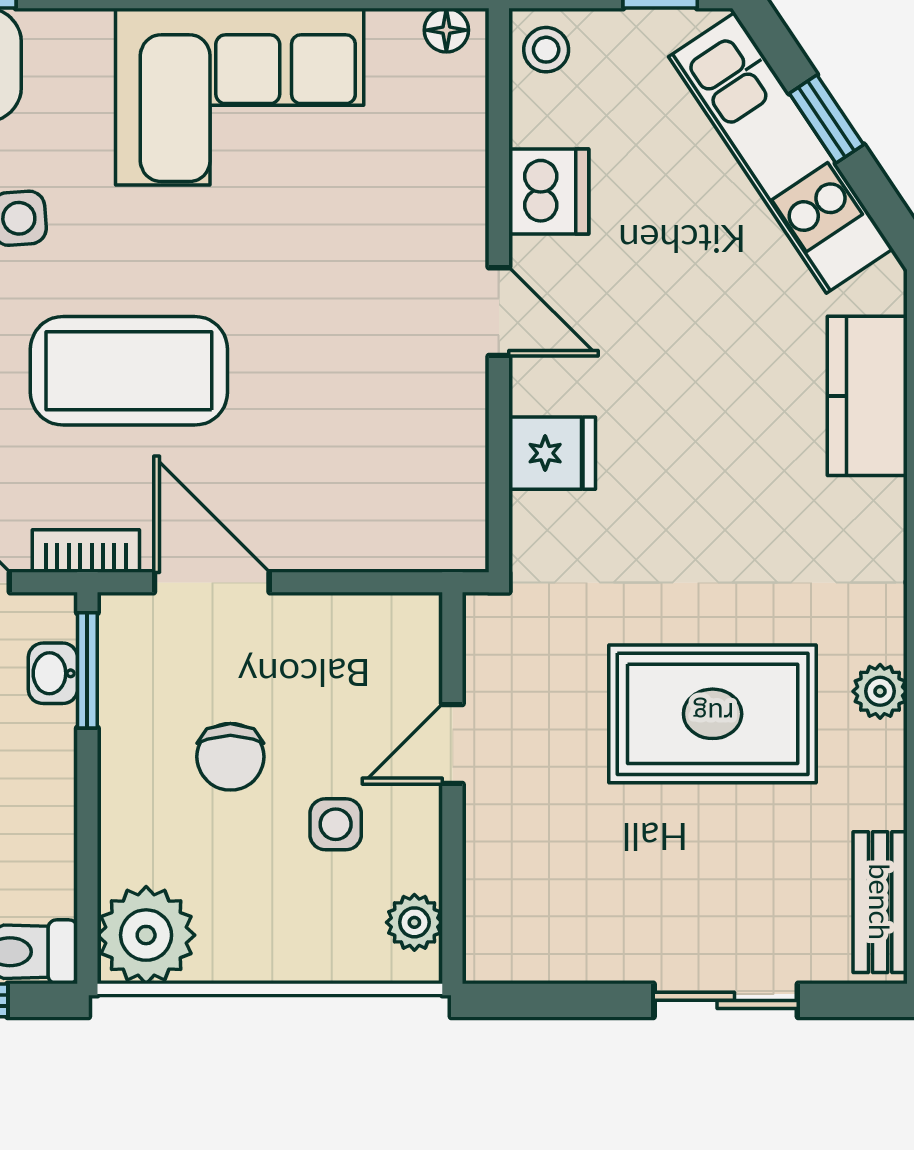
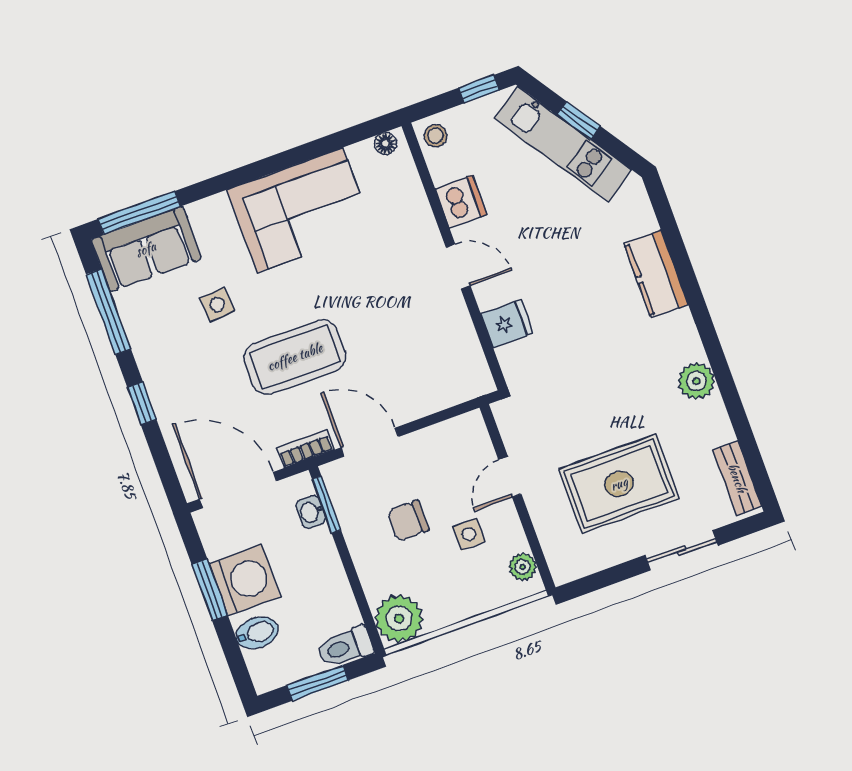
kitchen counter: (867, 396) -> (656, 274), moved
plant: (880, 691) -> (696, 381), width x1.38, depth x1.38
rug: (713, 714) -> (619, 484), moved
chair: (230, 757) -> (408, 521), turned 90

